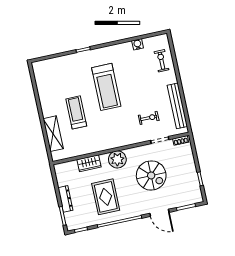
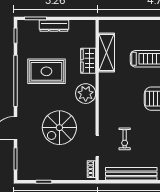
shelving: (53, 134) -> (106, 53), moved, turned 90

